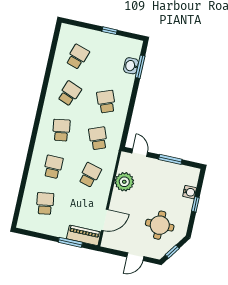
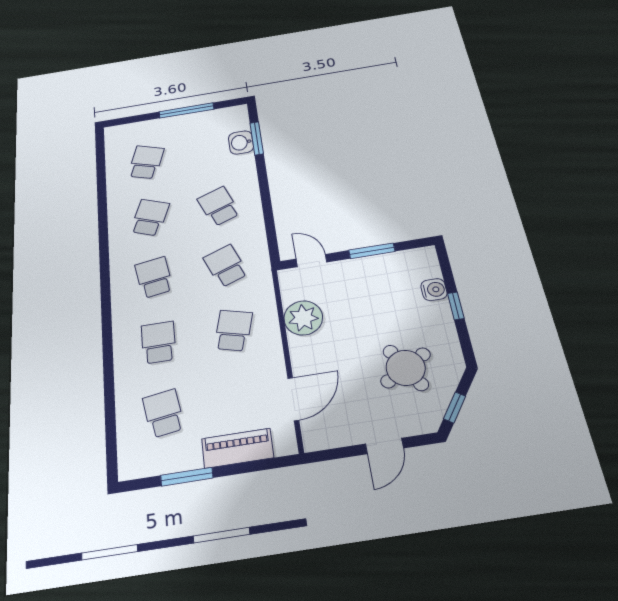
window: (110, 31) -> (187, 110), width x2.17
round table: (160, 225) -> (406, 368), turned -30
piano: (84, 235) -> (237, 448), moved
window: (70, 242) -> (187, 477), moved

